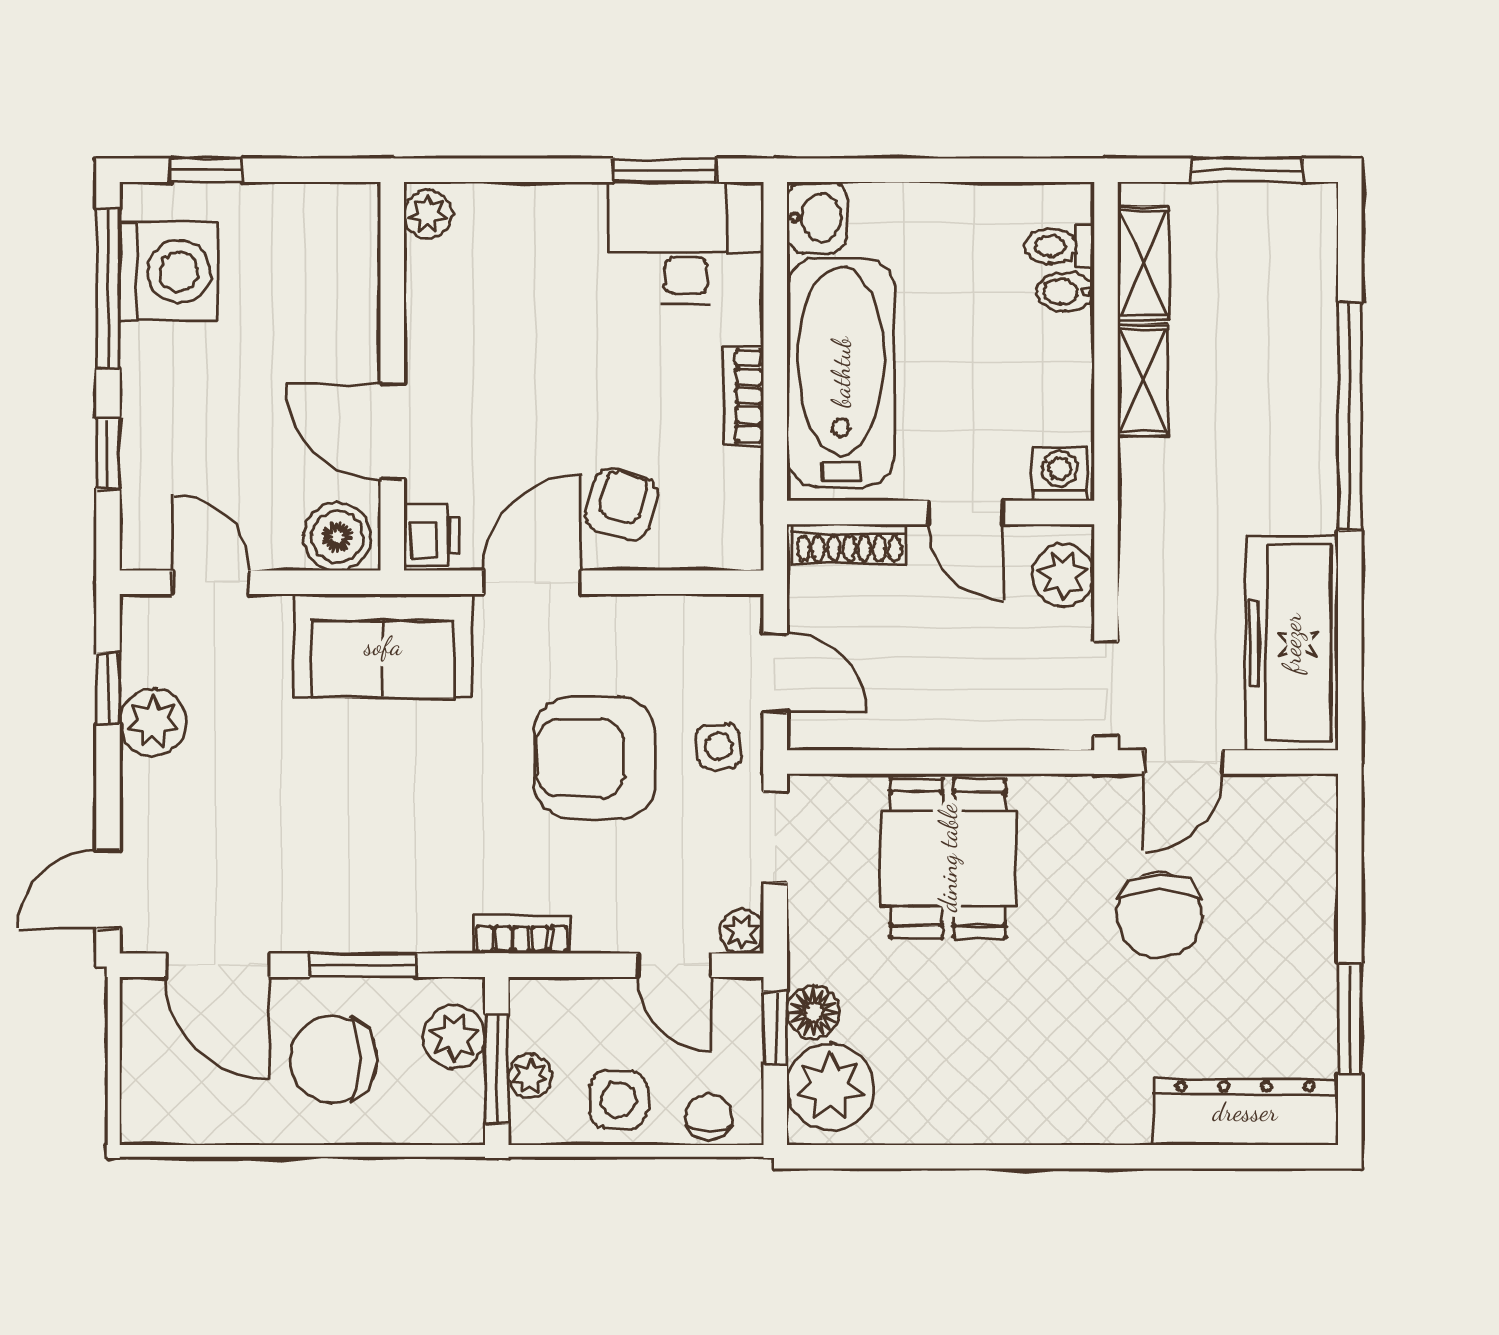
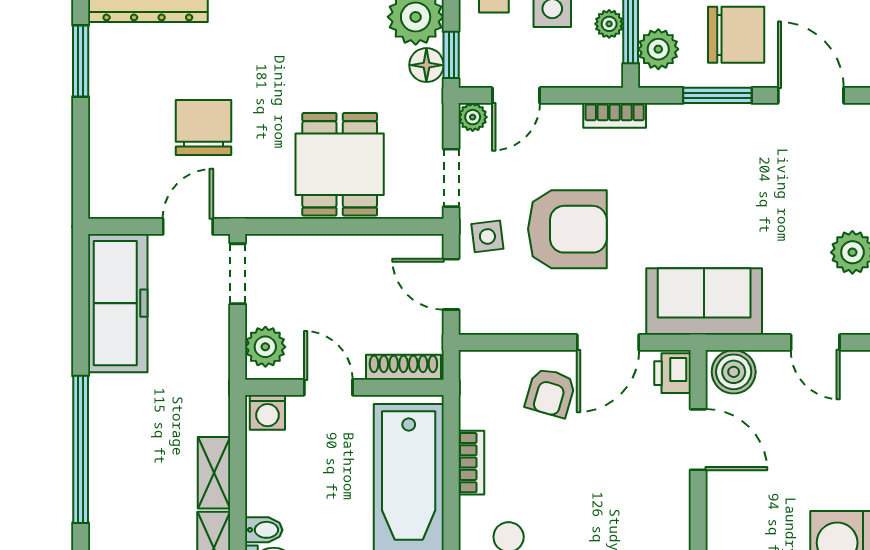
door: (675, 965) -> (516, 95), swing flipped

